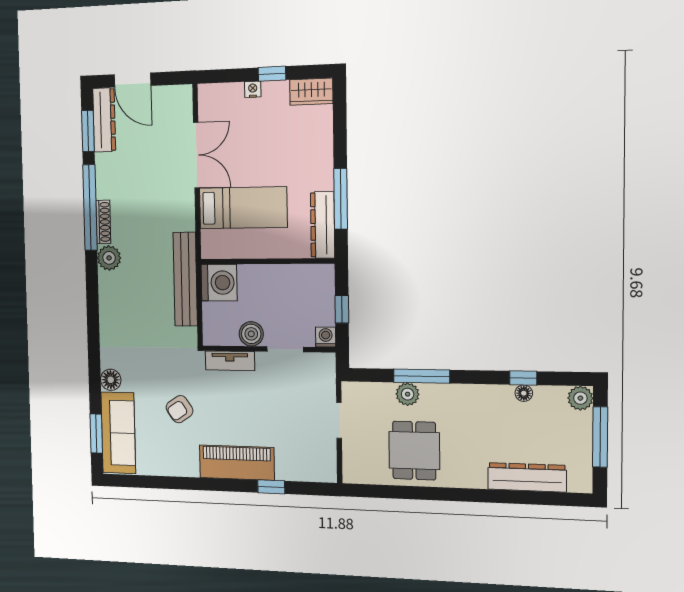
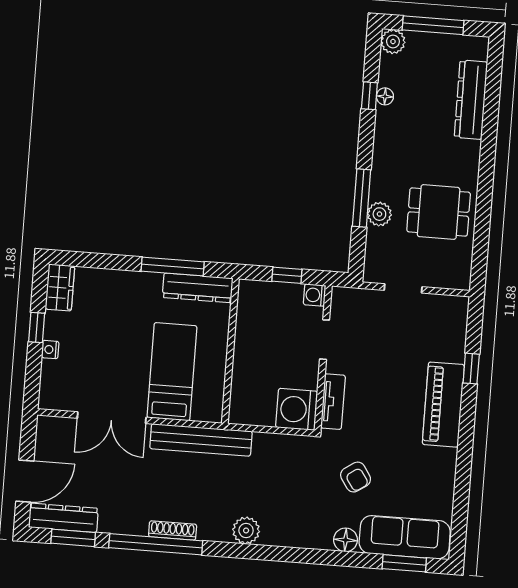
double door: (196, 155) -> (112, 418), swing flipped
plant: (109, 258) -> (246, 530), moved
bench: (185, 279) -> (201, 440), moved
washing machine: (219, 283) -> (297, 409), moved, turned -90
boiler: (251, 334) -> (306, 375), removed
armchair: (180, 409) -> (356, 477), moved

